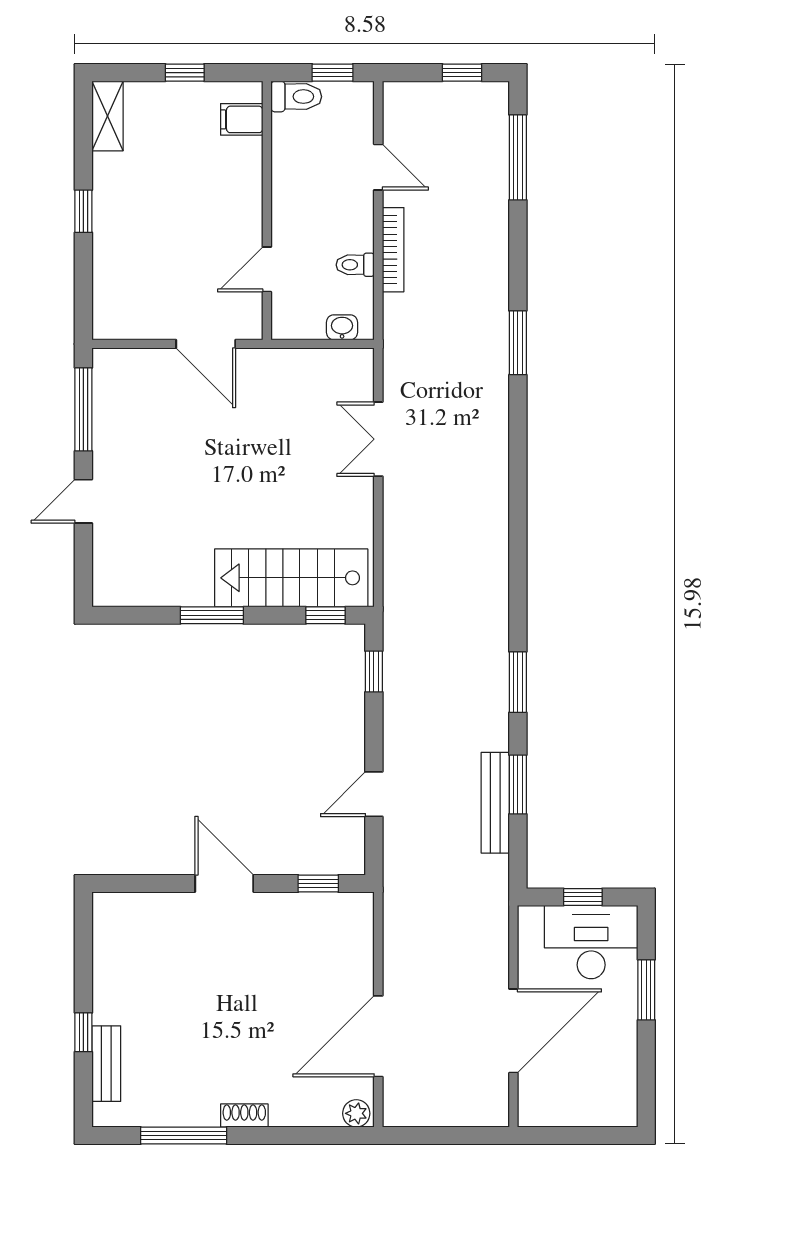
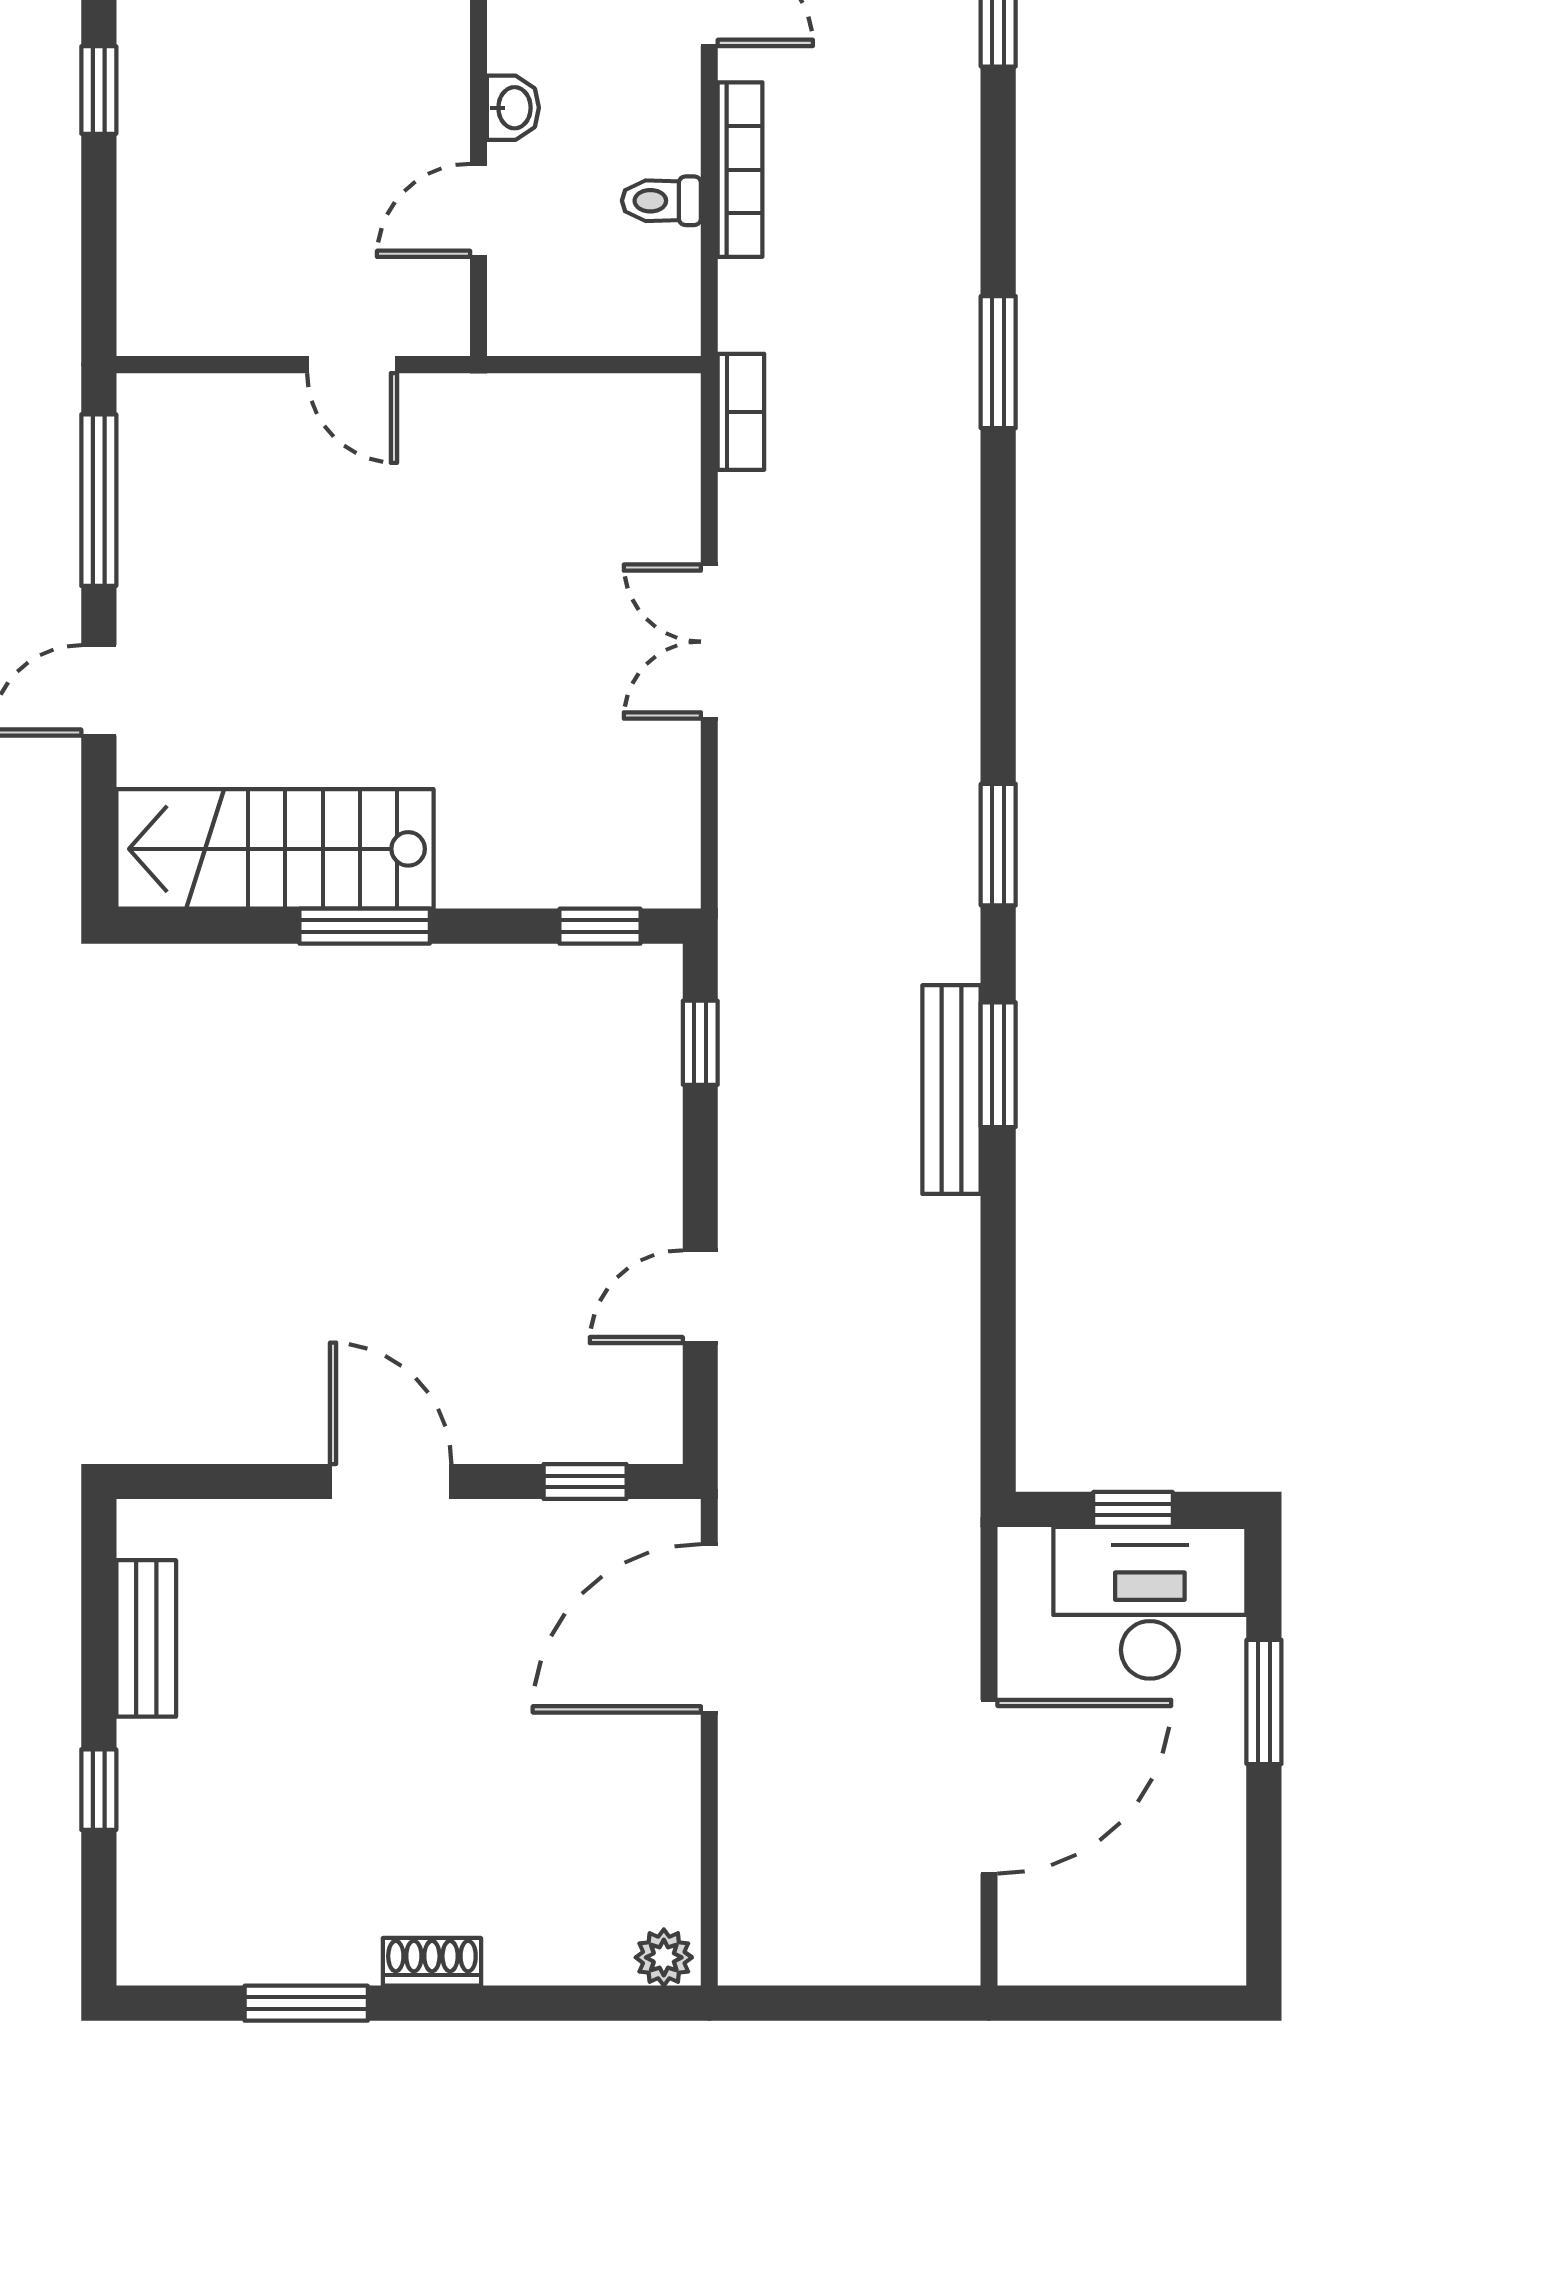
washbasin: (342, 327) -> (513, 108), moved, turned 90
door: (206, 344) -> (352, 365), width x0.73
bookcase: (394, 367) -> (741, 412), added
double door: (378, 439) -> (709, 642), moved
stairs: (291, 578) -> (275, 849), moved
window: (518, 785) -> (998, 845), moved
bench: (495, 803) -> (951, 1090), moved
door: (378, 1036) -> (709, 1628), moved
bench: (106, 1064) -> (146, 1638), moved
window: (184, 1135) -> (306, 2003), width x0.69

